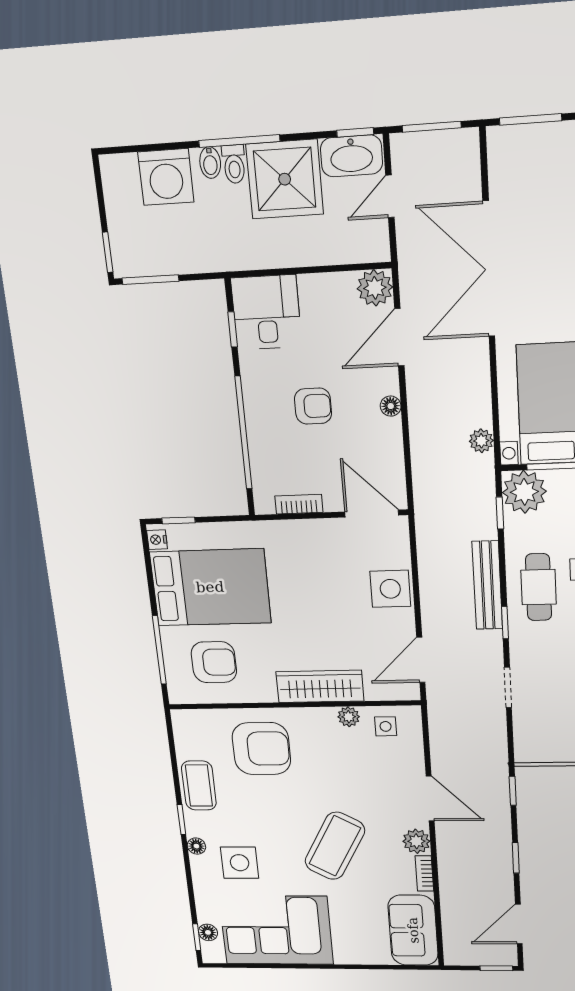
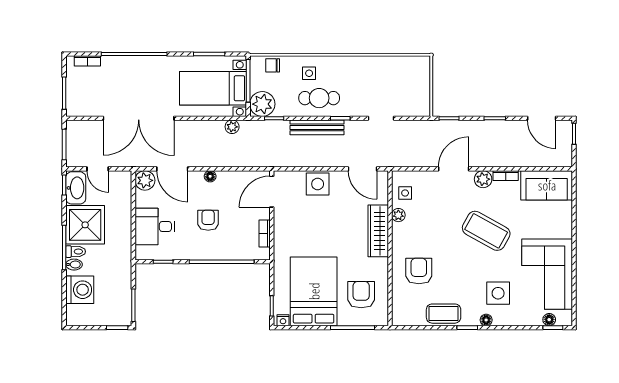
desk: (266, 312) -> (155, 226), moved
armchair: (261, 749) -> (419, 271), width x0.73, depth x0.73

